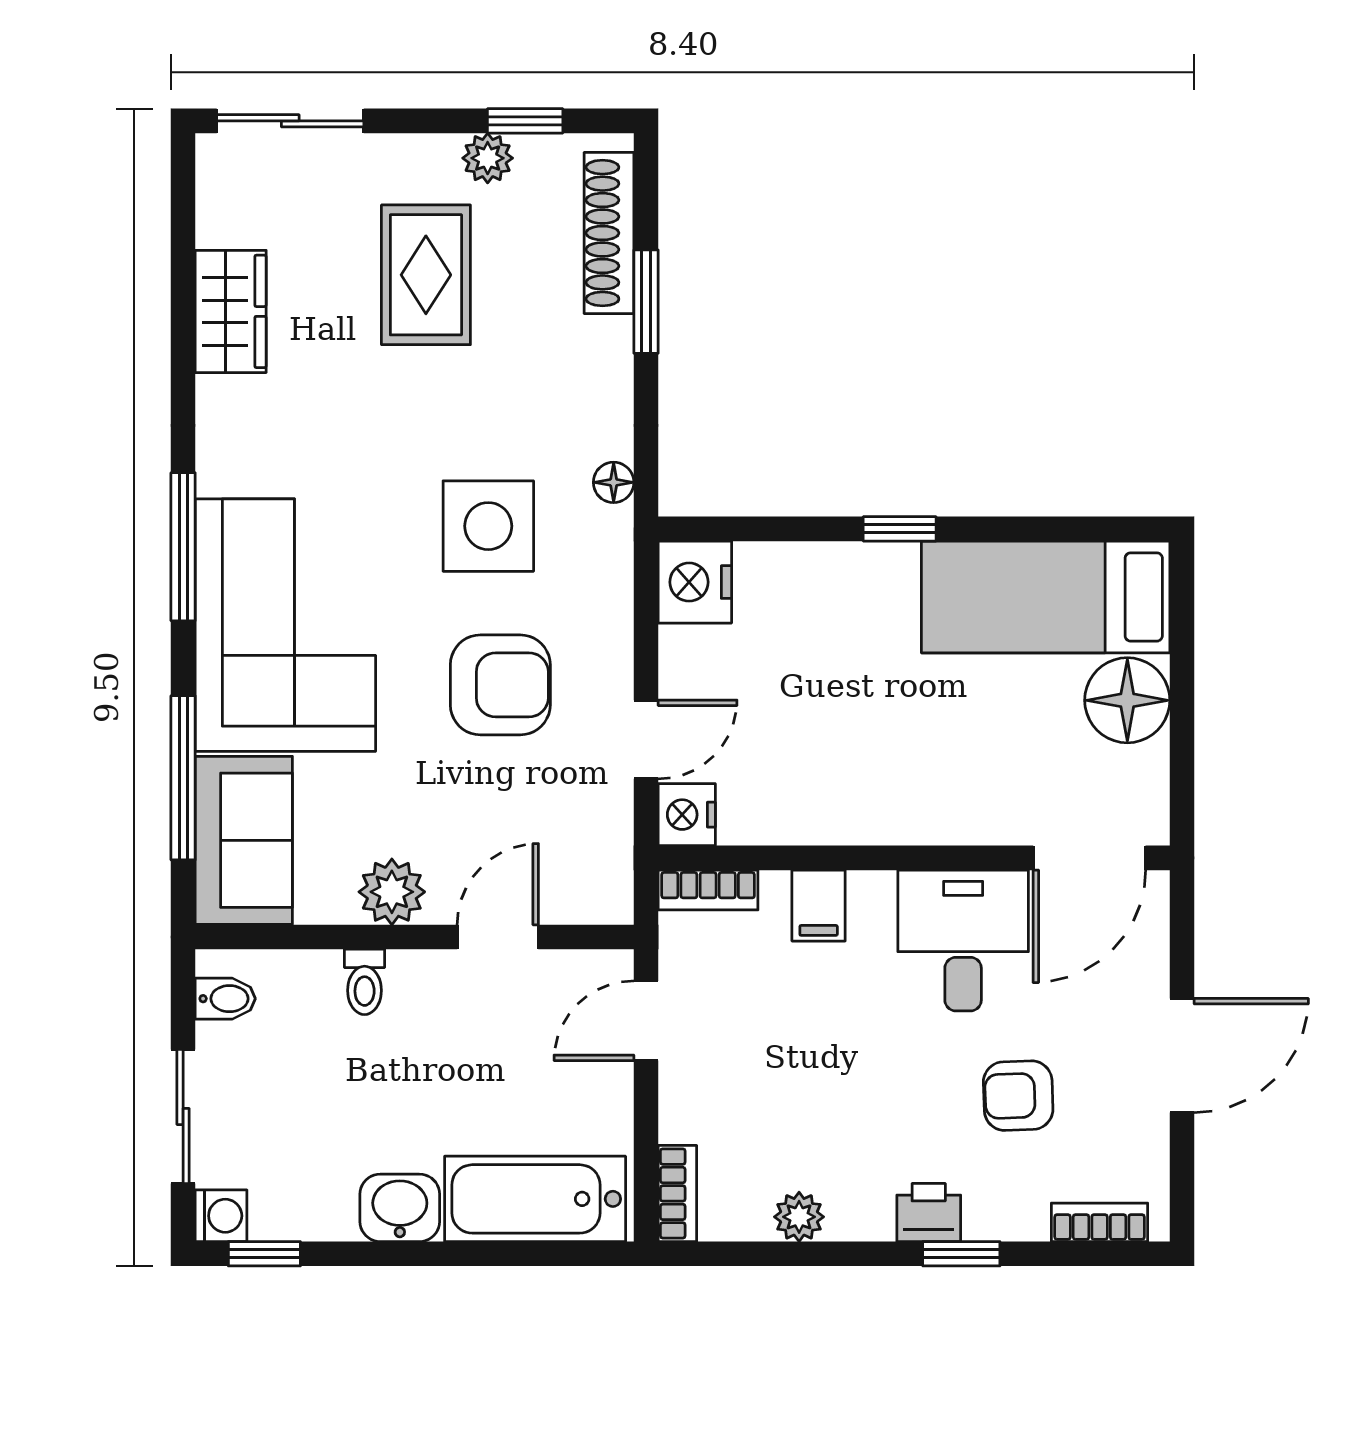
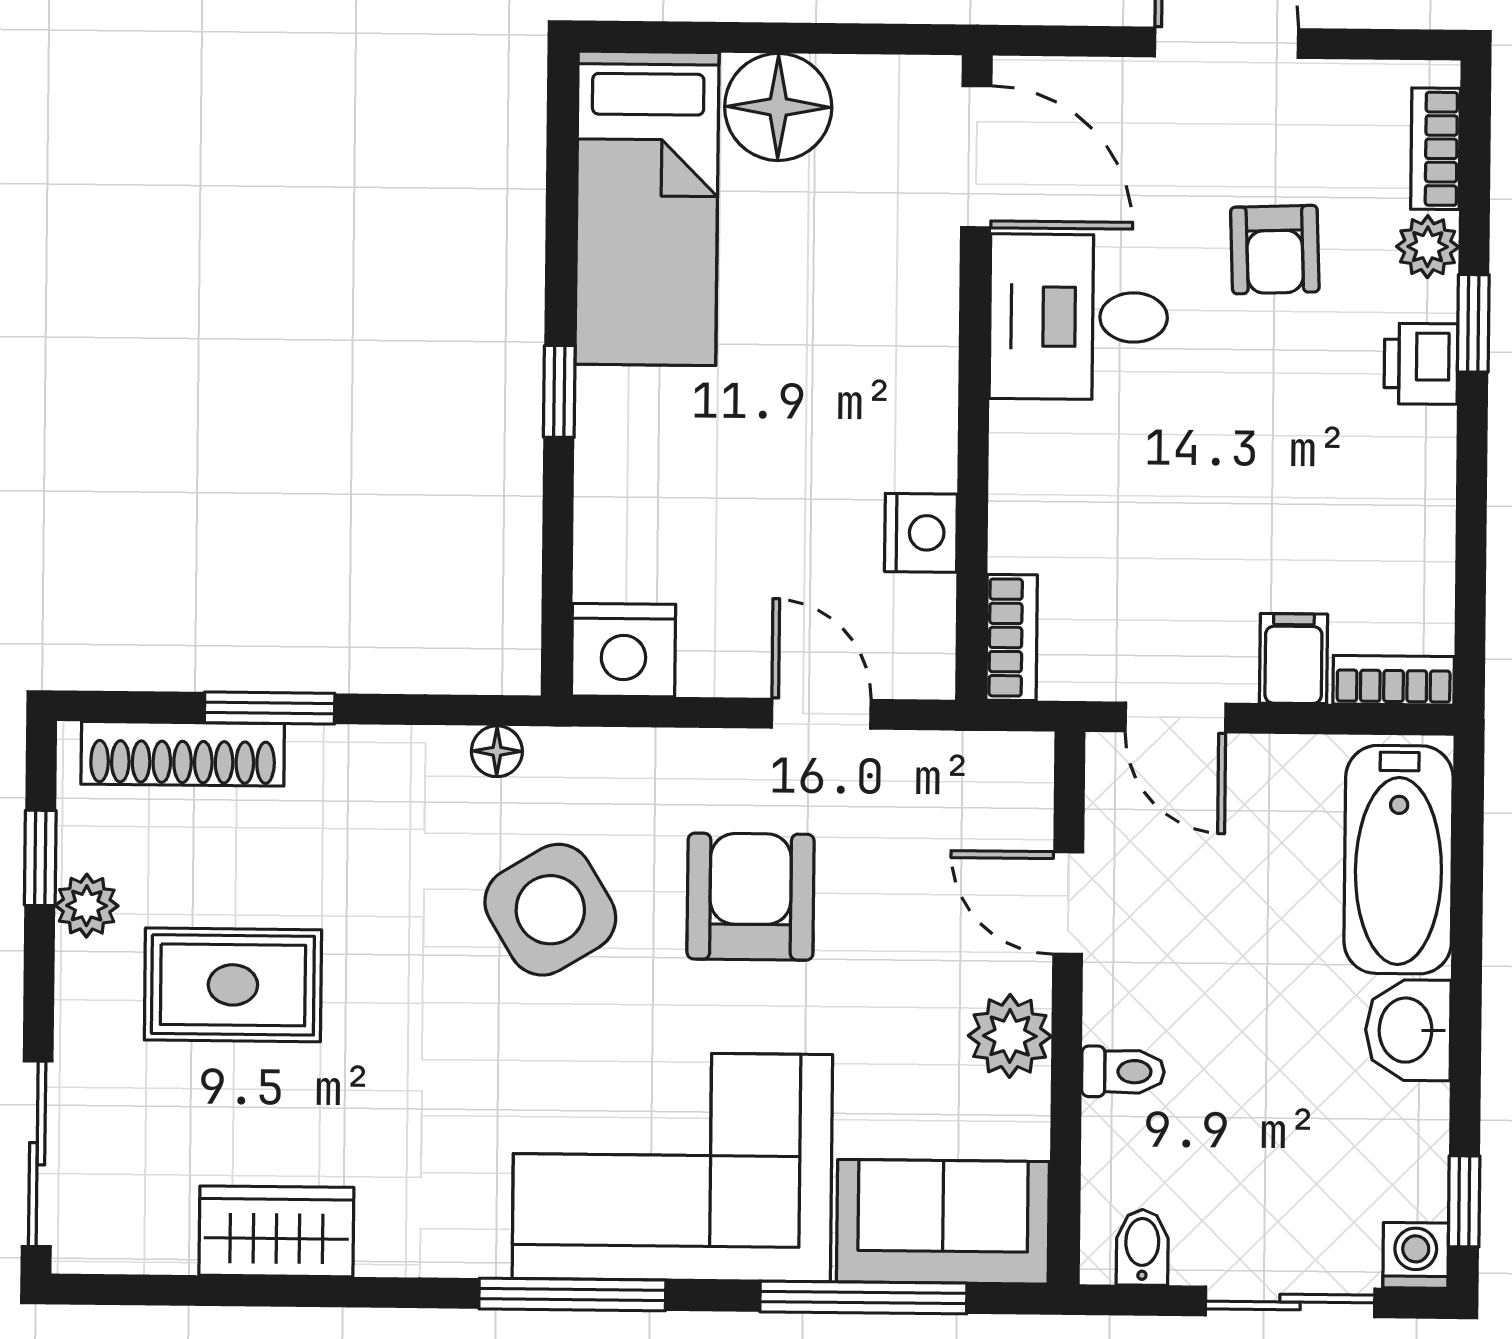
side table: (488, 526) -> (550, 910), turned -31
nightstand: (687, 815) -> (921, 533), moved, turned -90
filing cabinet: (819, 906) -> (1294, 659), moved, turned -90
plant: (799, 1217) -> (1428, 247), moved

